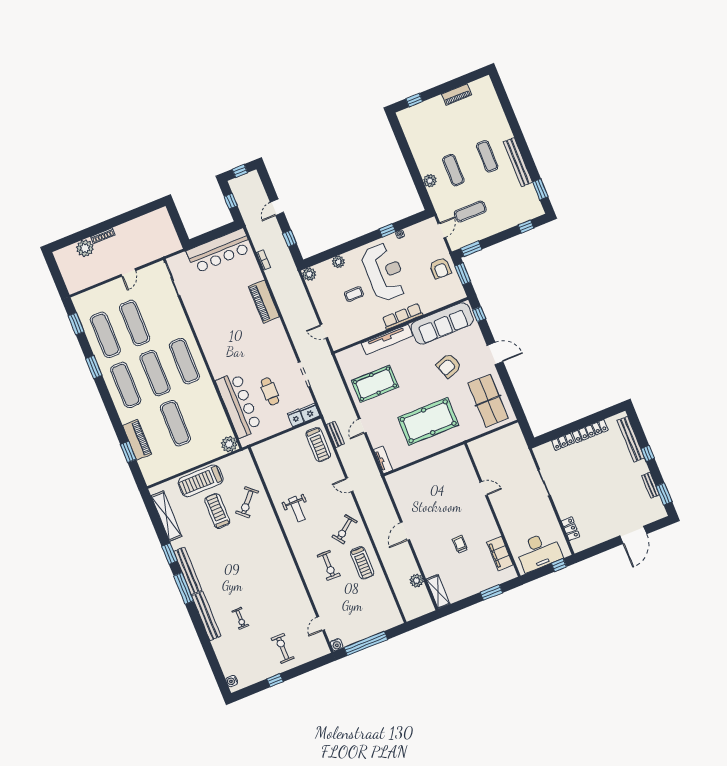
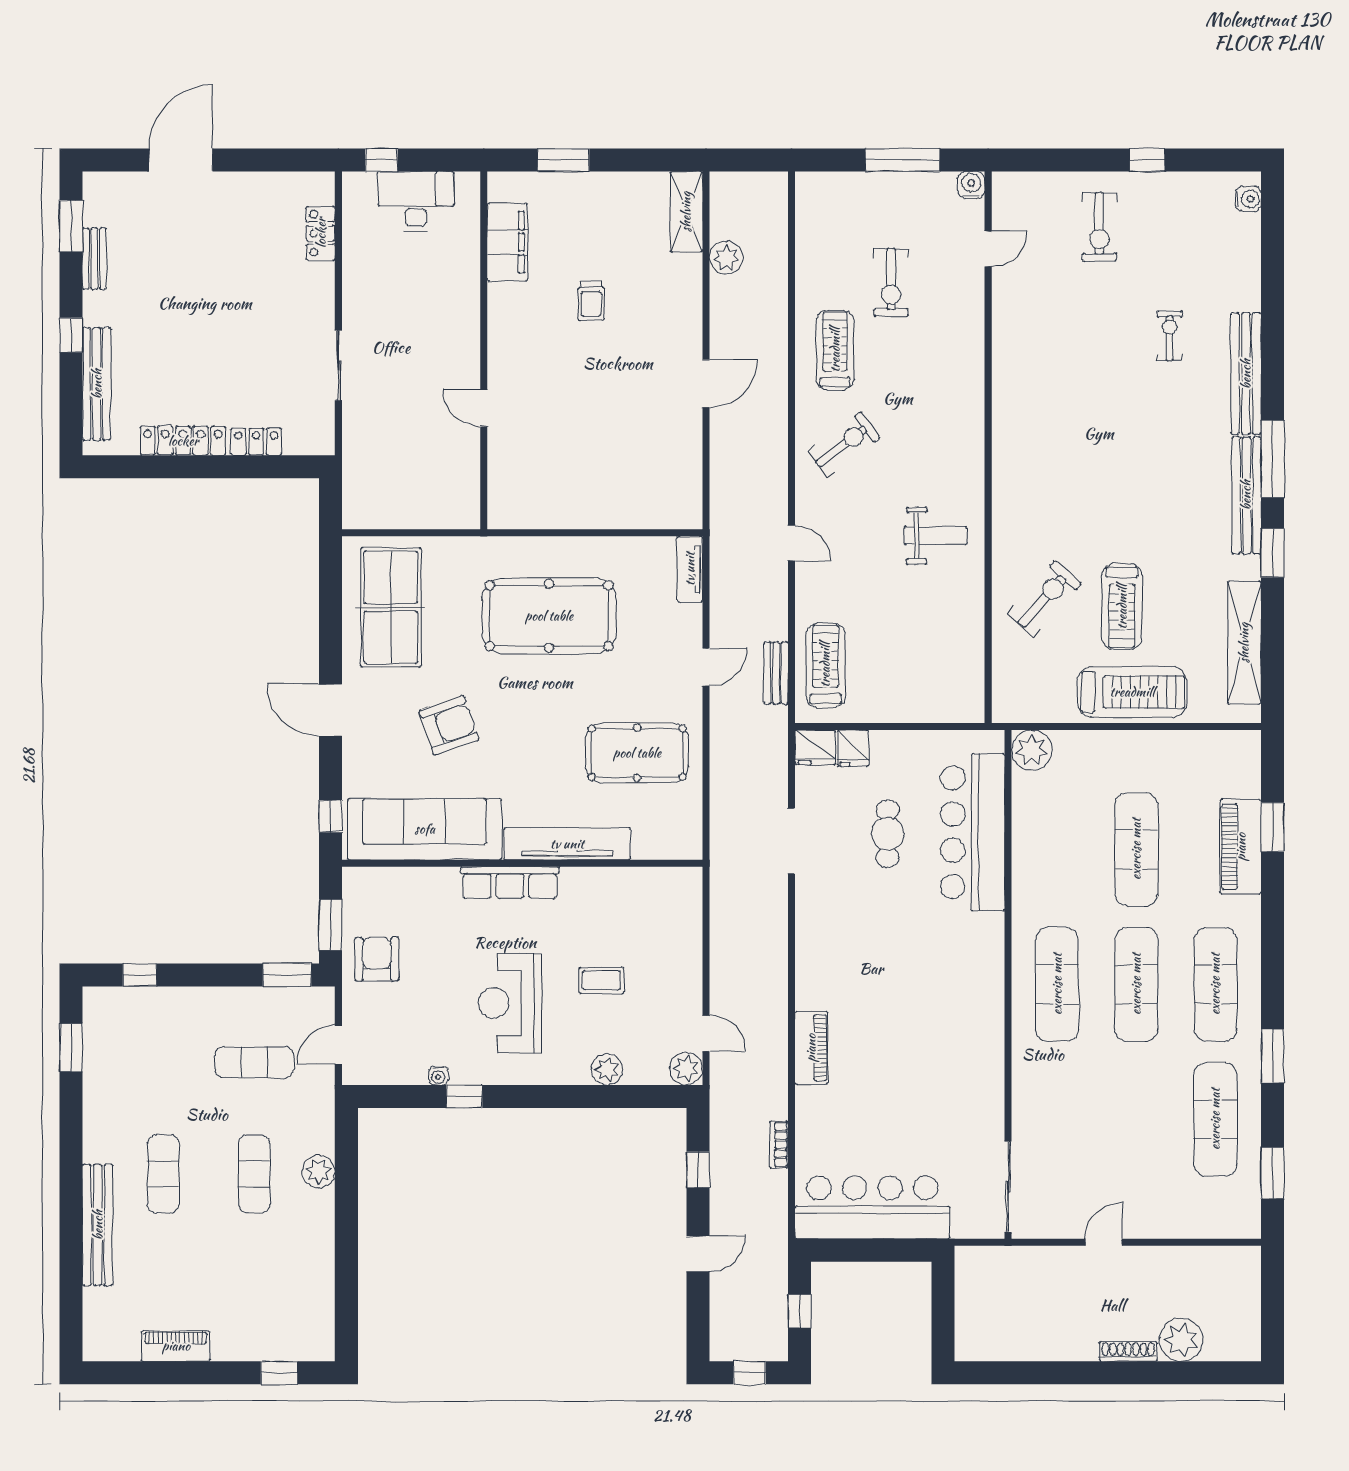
bench: (518, 162) -> (98, 1225), moved
reception desk: (384, 272) -> (510, 1003), width x0.74, depth x0.77
piano: (264, 301) -> (811, 1048), width x0.73, depth x0.75
exercise mat: (135, 323) -> (1136, 1119), removed
door: (324, 331) -> (706, 1033), moved
weight bench: (297, 509) -> (936, 536), turned 90
desk: (539, 552) -> (416, 201), width x0.73, depth x0.77
exercise bike: (329, 565) -> (891, 283), moved, turned 180
window: (366, 643) -> (903, 160), width x0.68

